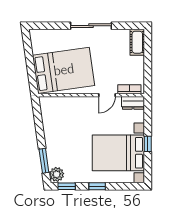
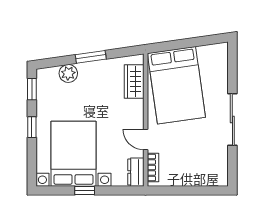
cot: (137, 42) -> (212, 177), removed
wardrobe: (61, 104) -> (134, 82), added
window: (44, 161) -> (91, 57), moved
plant: (57, 174) -> (68, 73), moved

